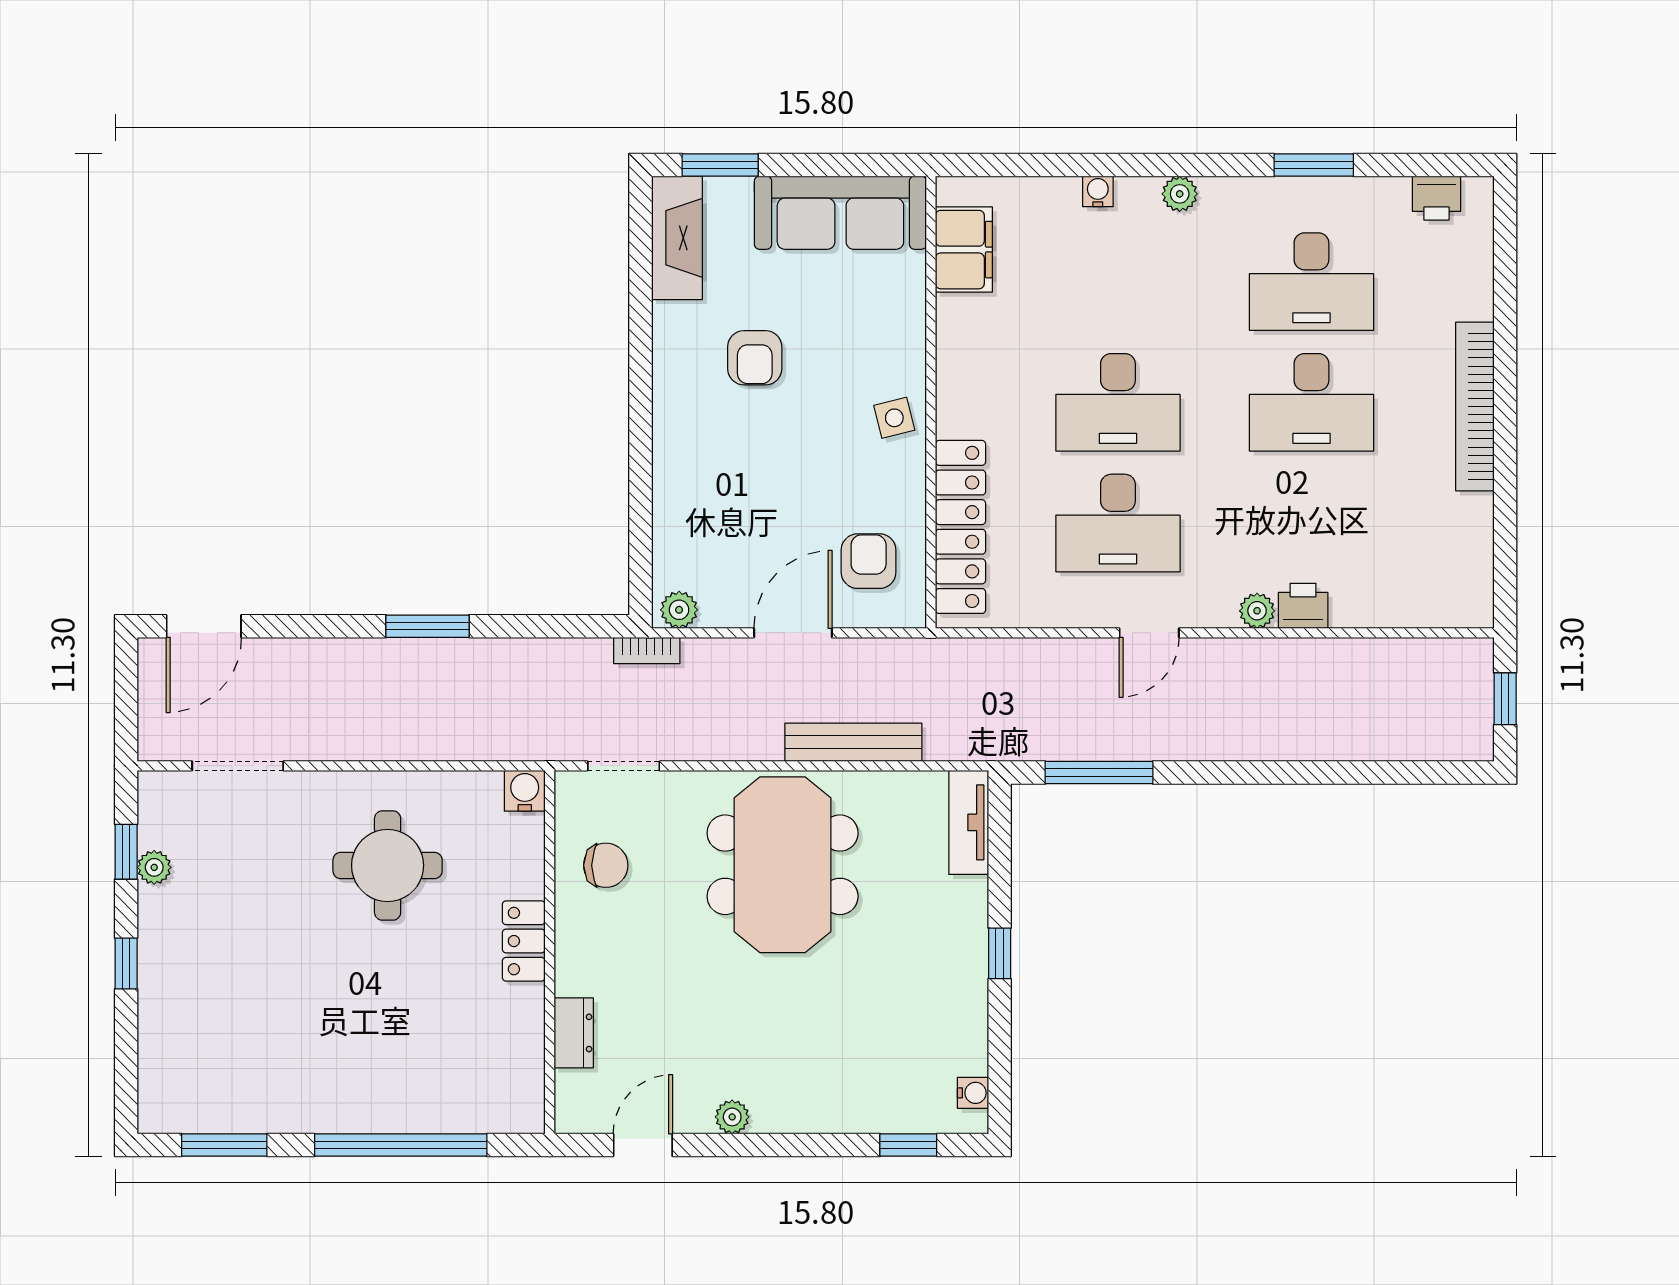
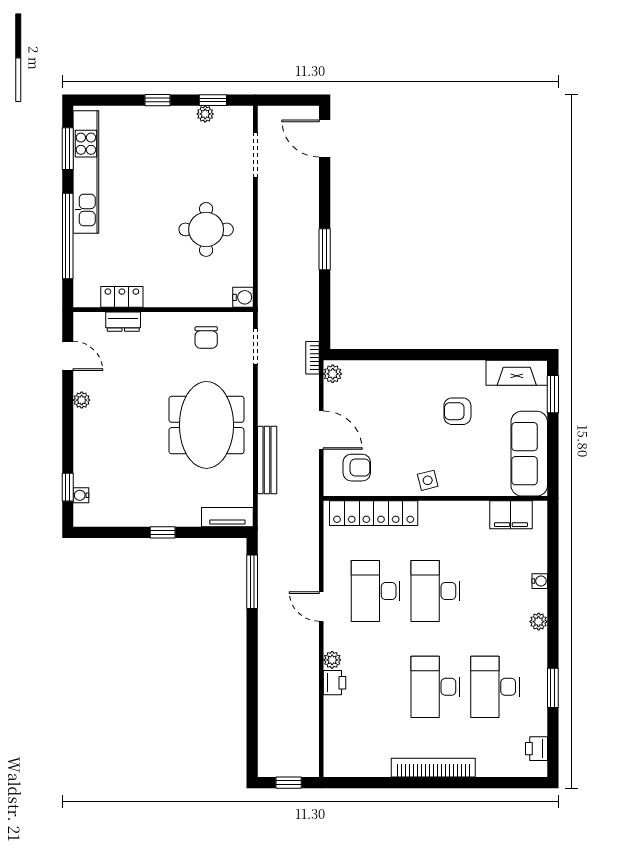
meeting table: (783, 865) -> (206, 425), turned 90
locker: (524, 941) -> (122, 297), moved
water cooler: (973, 1093) -> (81, 495), moved, turned 90
kitchen unit: (271, 1108) -> (86, 172), added

